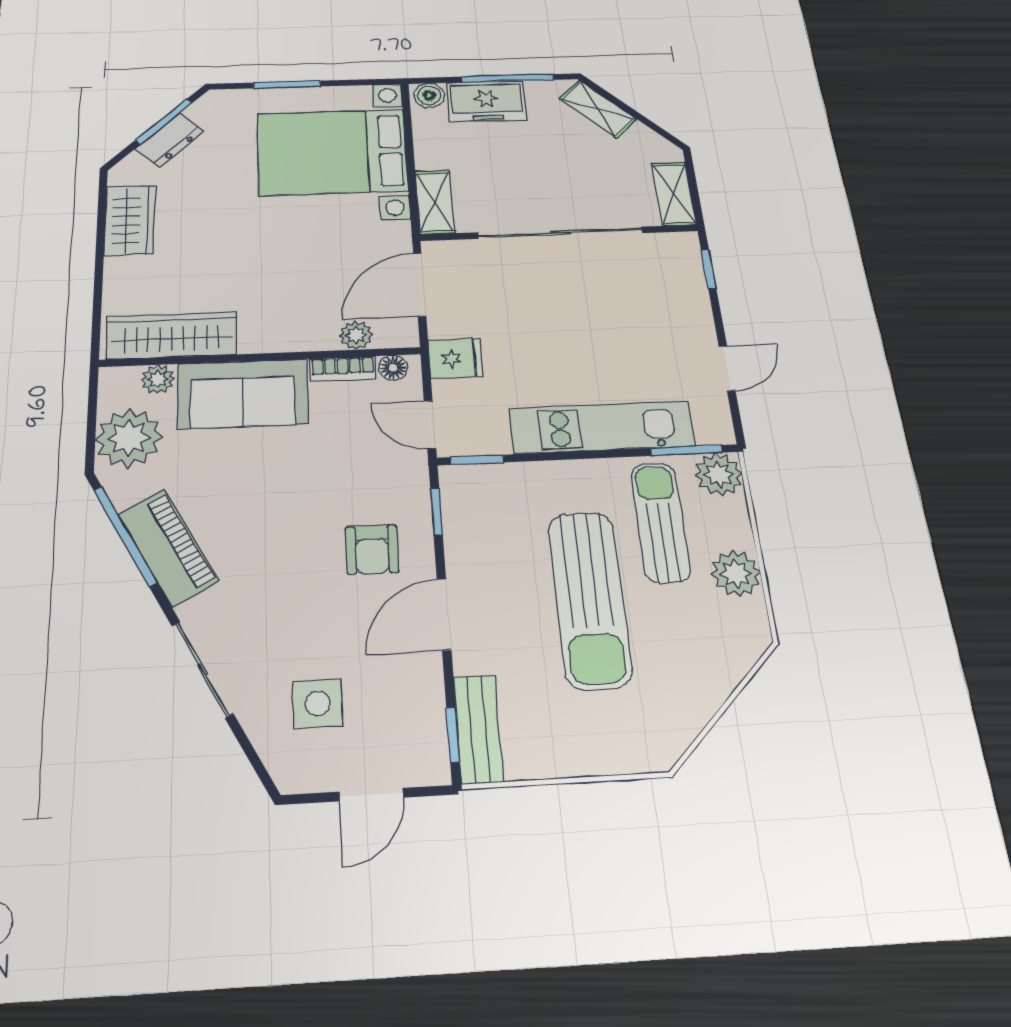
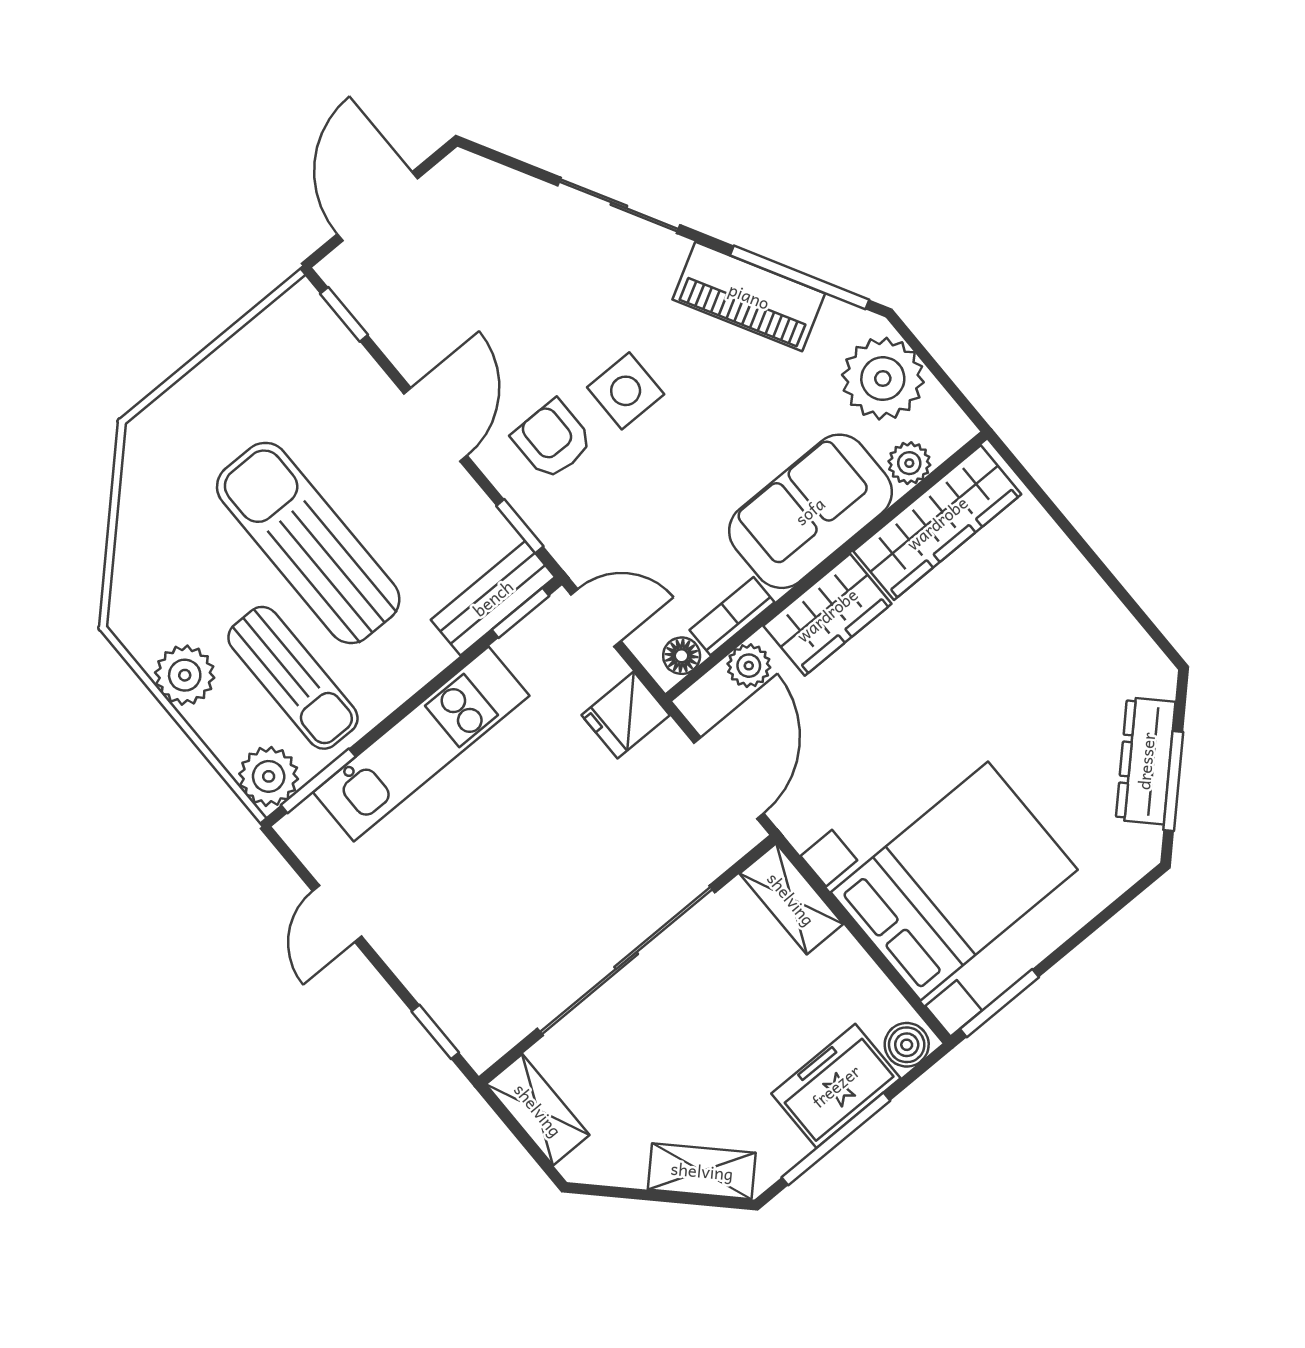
window: (287, 85) -> (999, 1003), moved
dresser: (170, 140) -> (1146, 761), width x1.44
wardrobe: (130, 220) -> (827, 615), moved, turned -90
side table: (318, 704) -> (626, 391), moved
bench: (478, 729) -> (493, 598), moved, turned 90
door: (371, 795) -> (378, 206), width x1.38

